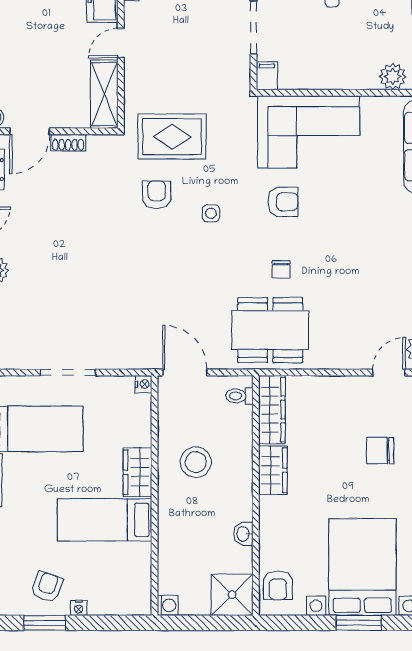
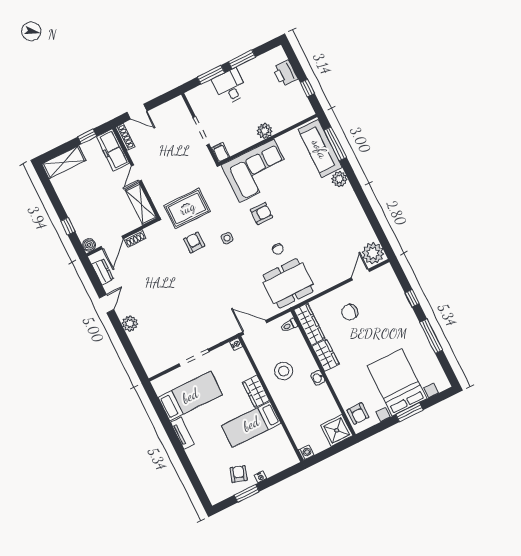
plant: (393, 77) -> (265, 131), moved
chair: (380, 451) -> (350, 312), moved
washbasin: (243, 534) -> (318, 378), moved

